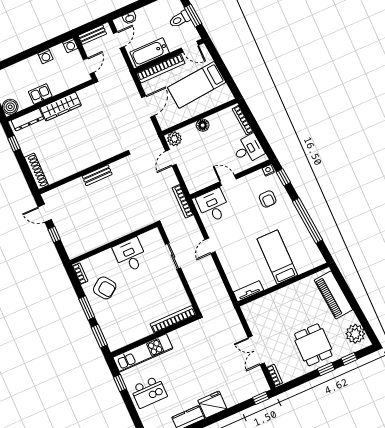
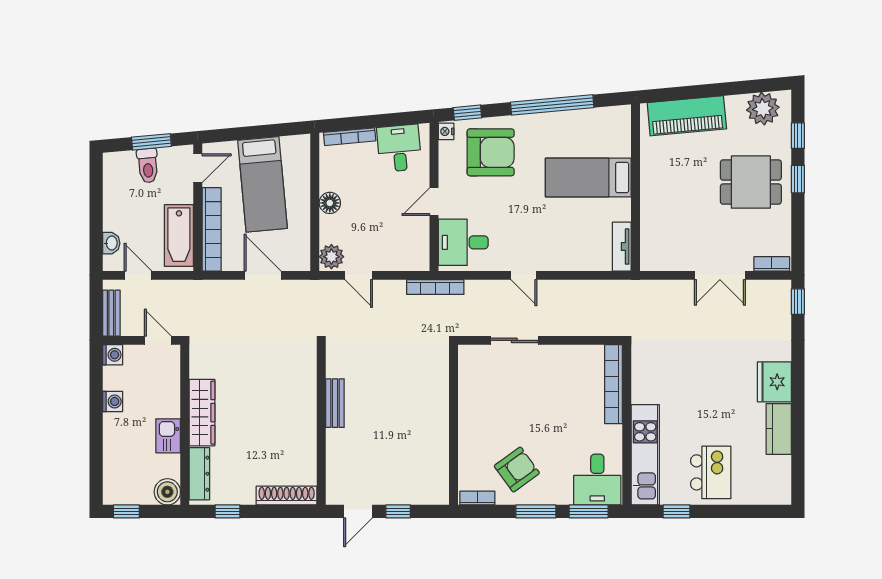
armchair: (268, 199) -> (491, 152), width x1.88, depth x1.88
desk: (130, 255) -> (597, 480), moved, turned -90

